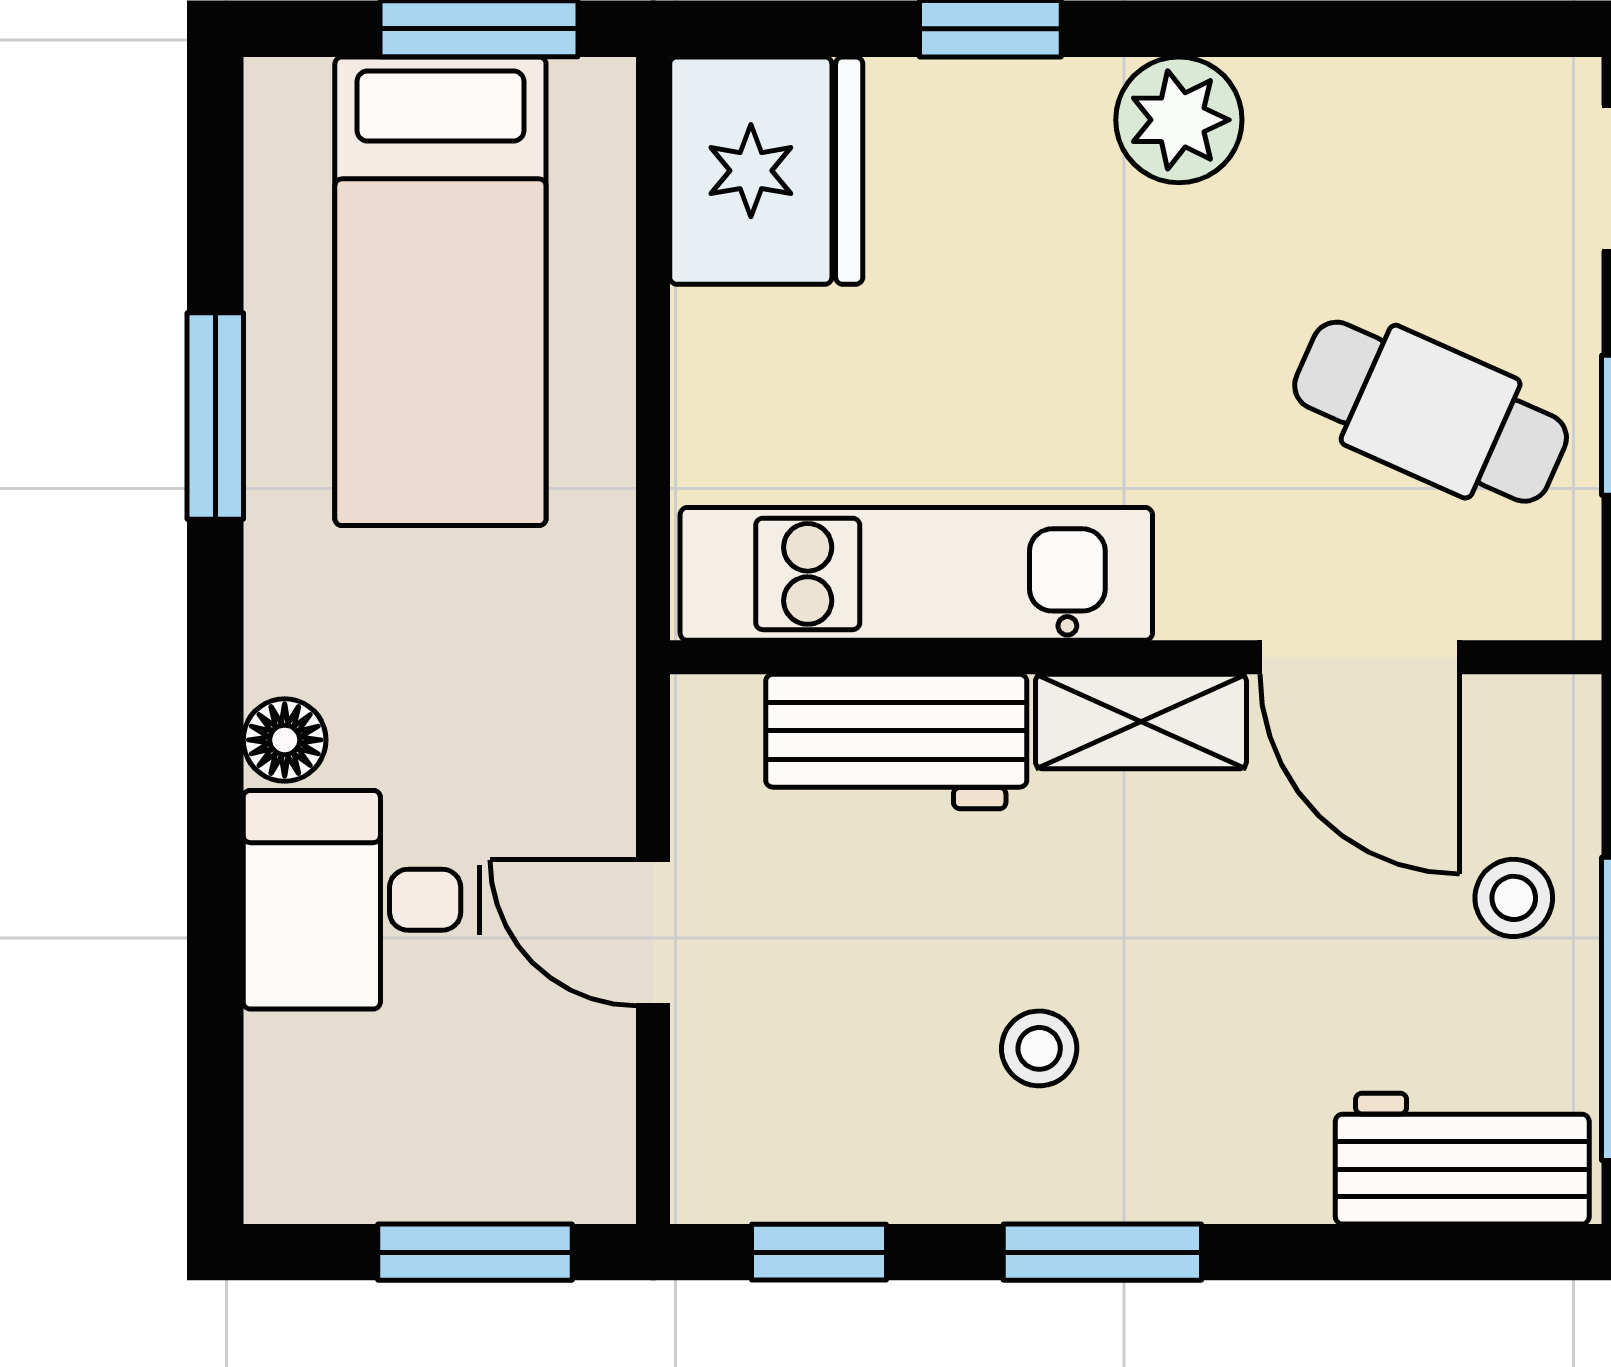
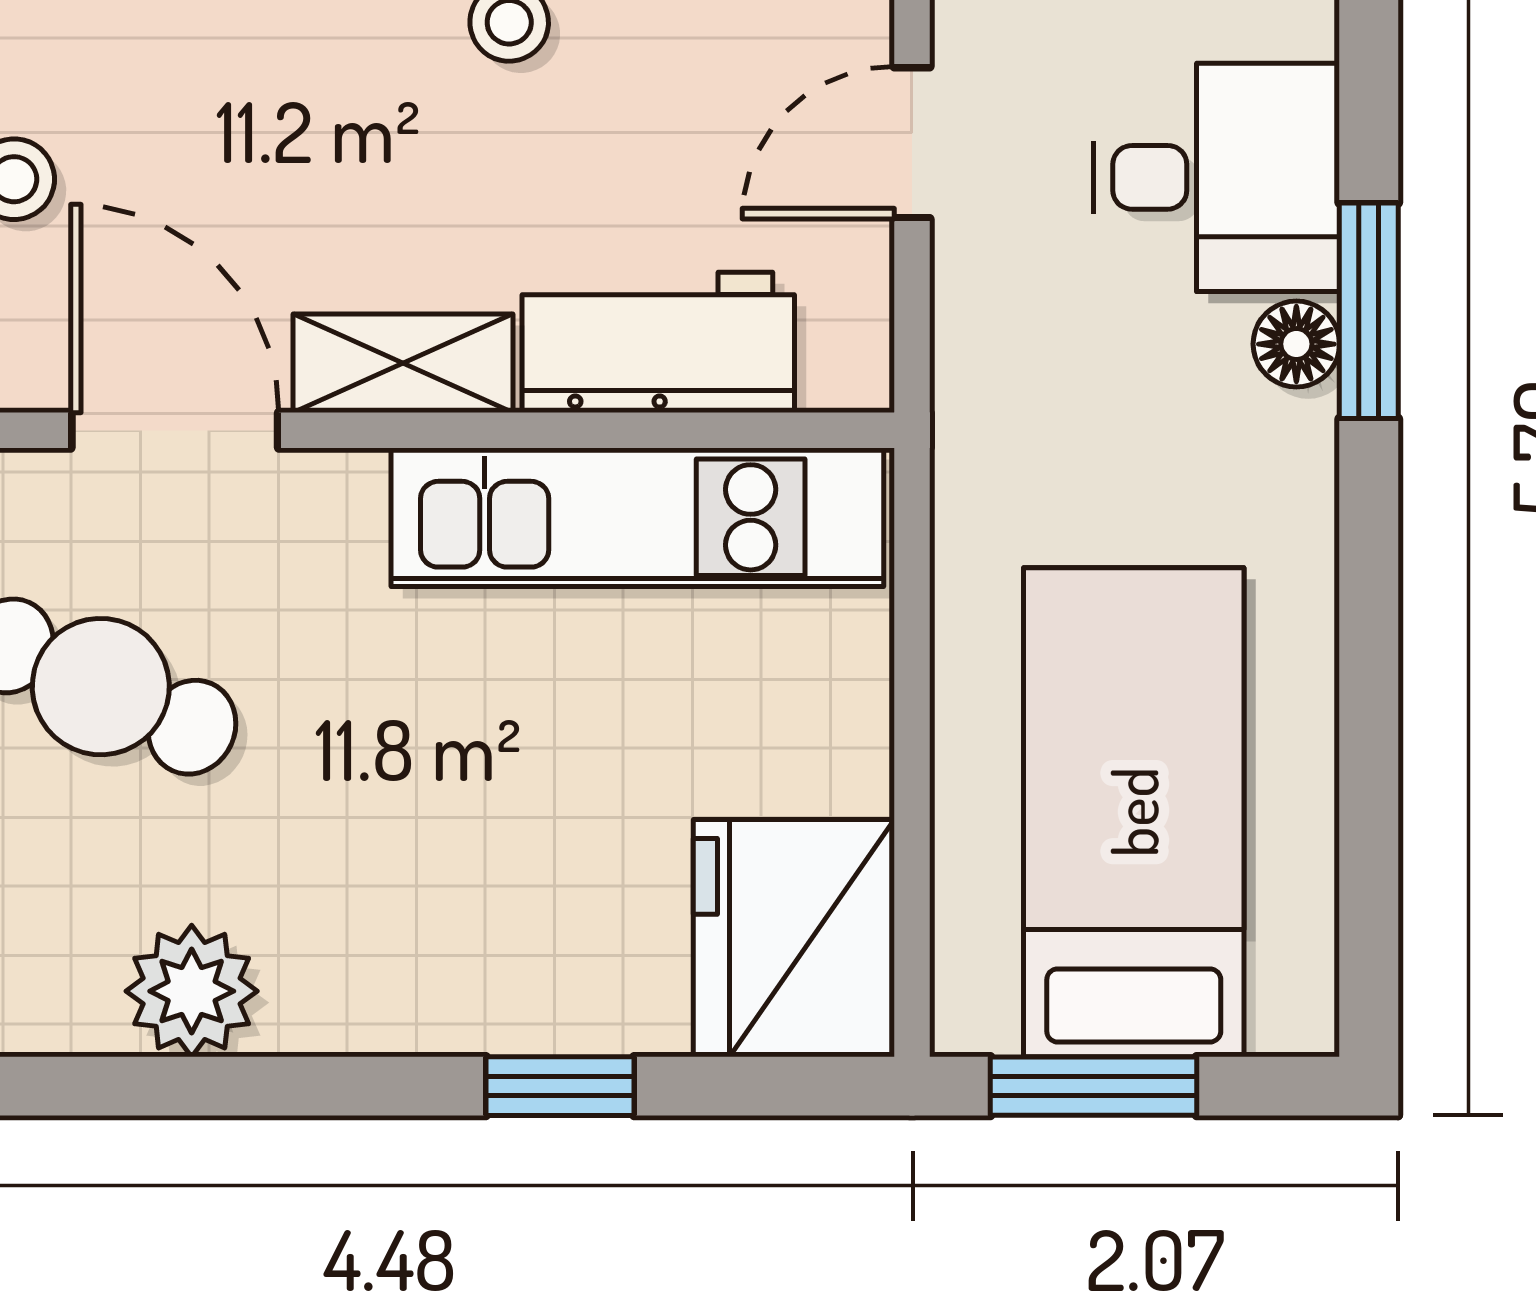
plant: (1179, 120) -> (192, 991), moved
window: (215, 416) -> (1369, 311), moved
door: (653, 933) -> (912, 143), swing flipped

